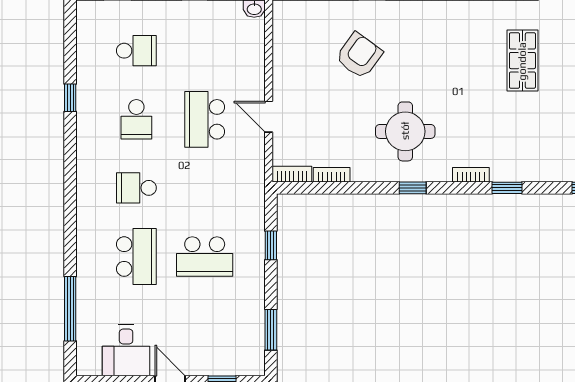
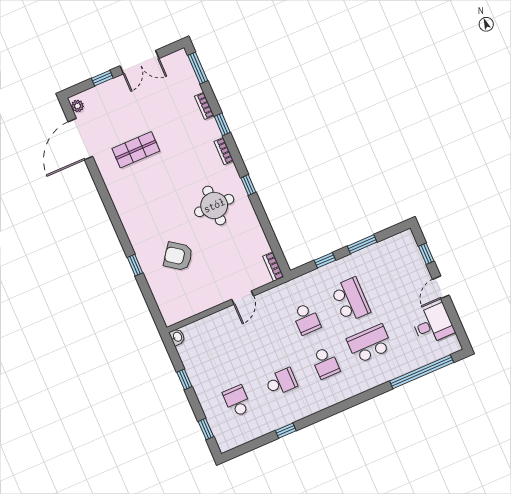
school desk: (205, 119) -> (306, 319), moved, width x0.54
bookcase: (332, 175) -> (204, 106), moved
window: (70, 309) -> (422, 372), width x1.46
window: (271, 330) -> (362, 244), moved

